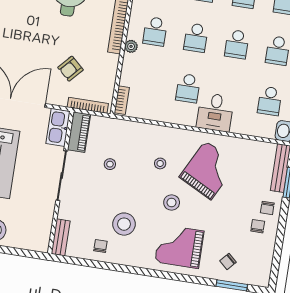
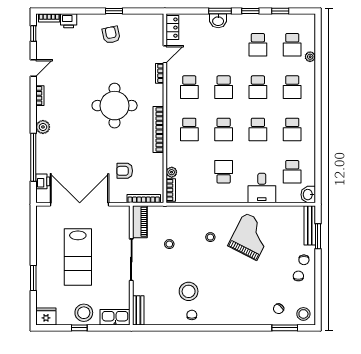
plant: (131, 46) -> (172, 172), moved
armchair: (70, 69) -> (125, 171), turned 48
school desk: (188, 88) -> (224, 172), turned 180
desk: (215, 112) -> (262, 188), moved
kitchen sink: (58, 127) -> (115, 317), moved, turned 90
stool: (172, 202) -> (303, 314), moved
chair: (100, 246) -> (192, 315), moved
grand piano: (179, 246) -> (237, 303), removed

